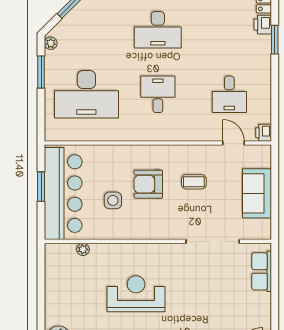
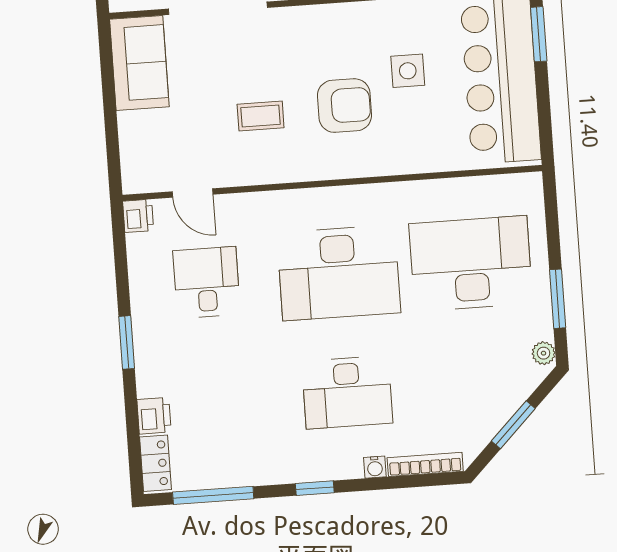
desk: (158, 30) -> (347, 392), turned 180
window: (275, 40) -> (127, 342), moved
desk: (158, 94) -> (339, 273), width x1.87, depth x1.30
window: (41, 187) -> (539, 34), moved
sofa: (257, 193) -> (139, 63), moved

